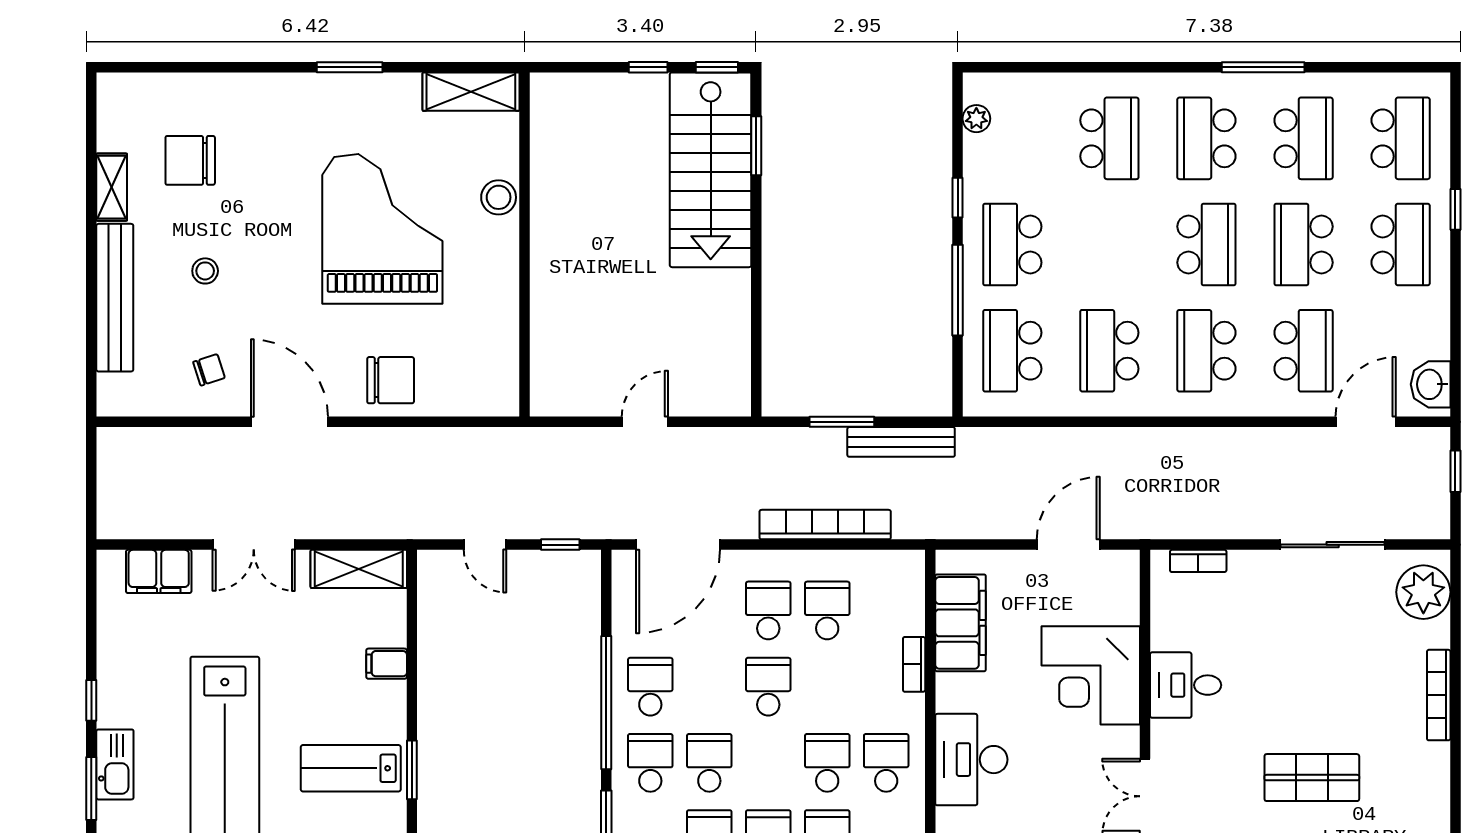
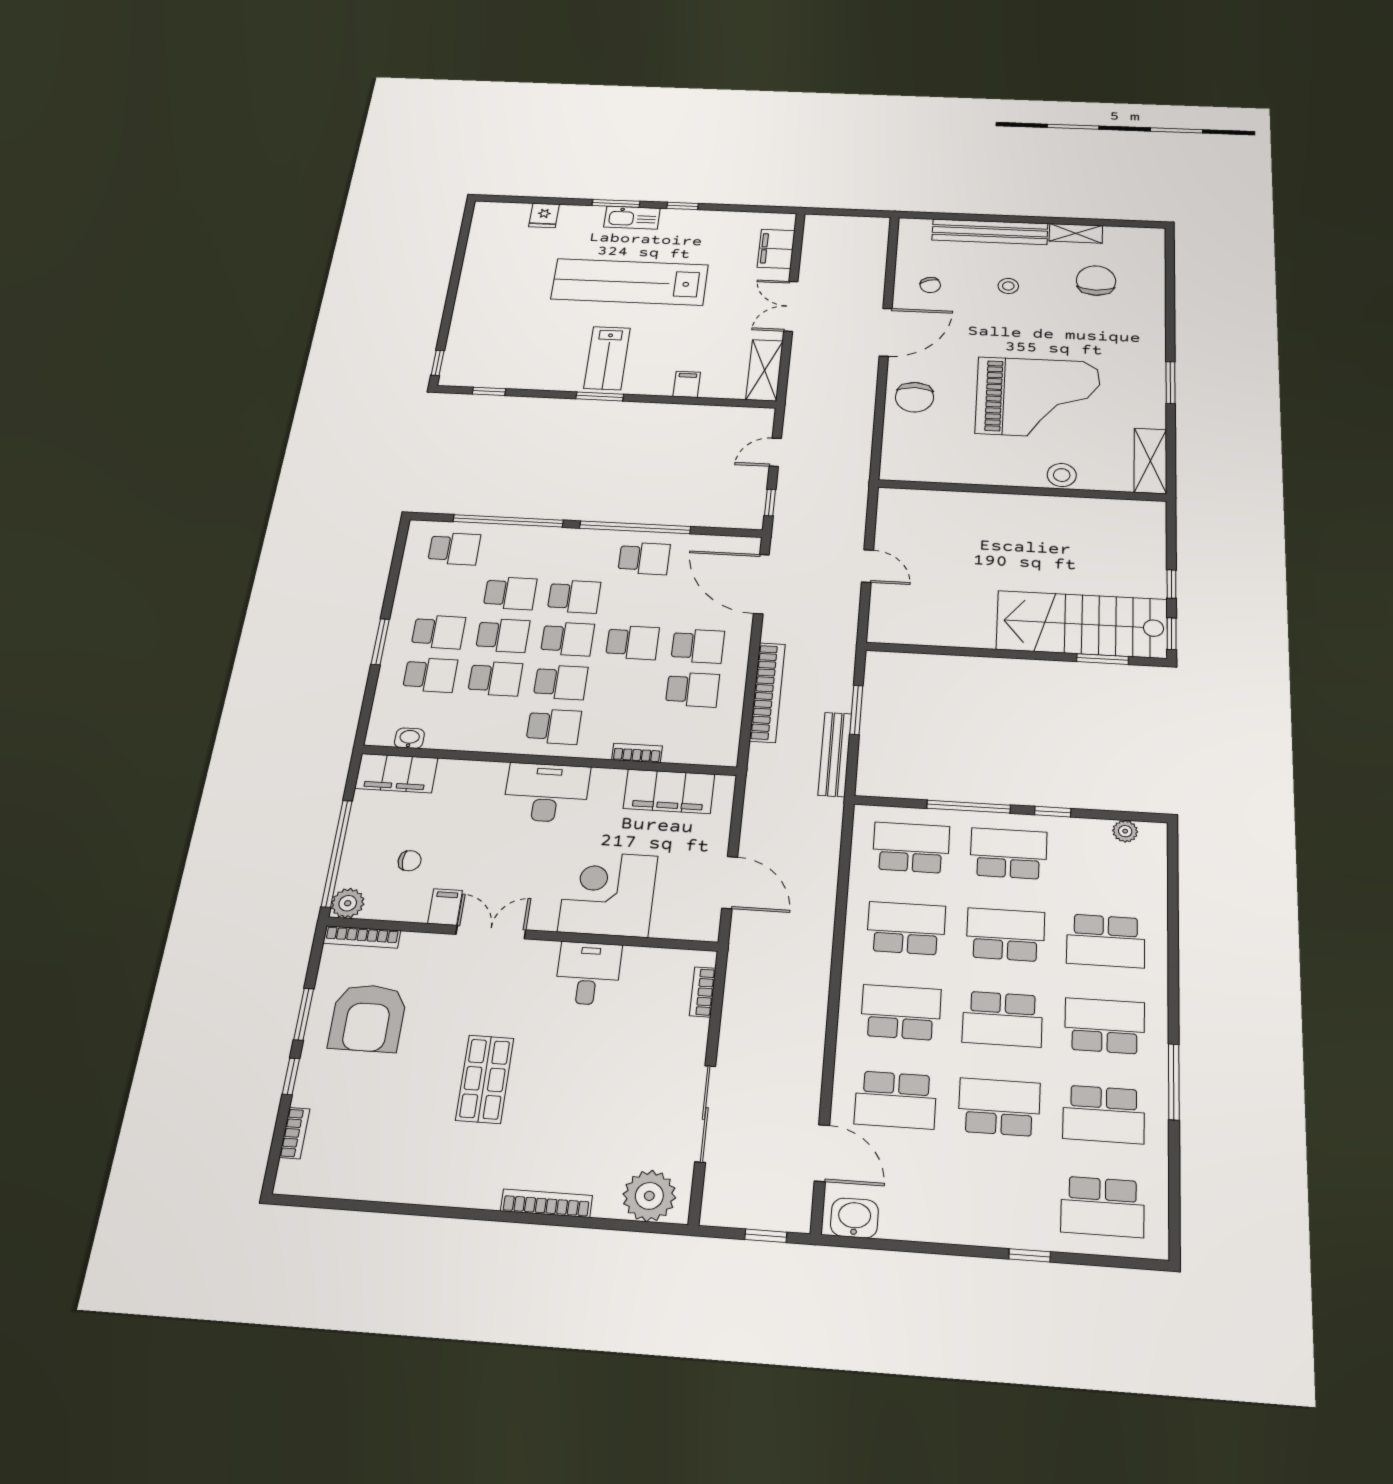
school desk: (1401, 245) -> (1005, 935), moved, turned 180
school desk: (650, 763) -> (567, 639), moved
lab bench: (351, 768) -> (607, 358), turned 180

